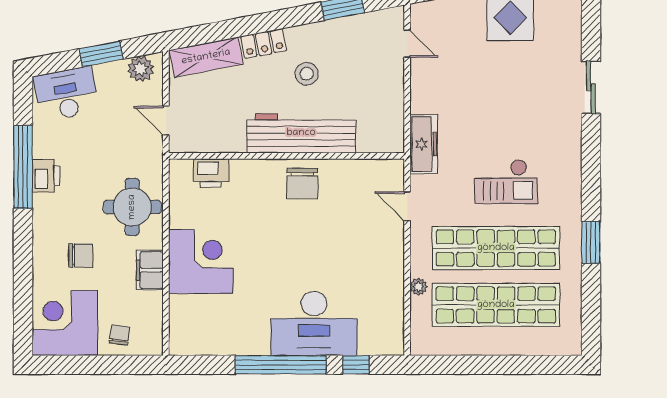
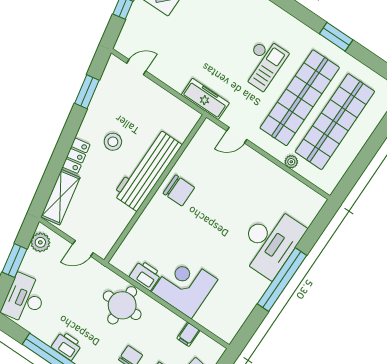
printer: (211, 173) -> (145, 275), moved, turned -90
filing cabinet: (150, 270) -> (188, 334), moved, width x0.50
window: (356, 365) -> (313, 233), removed

